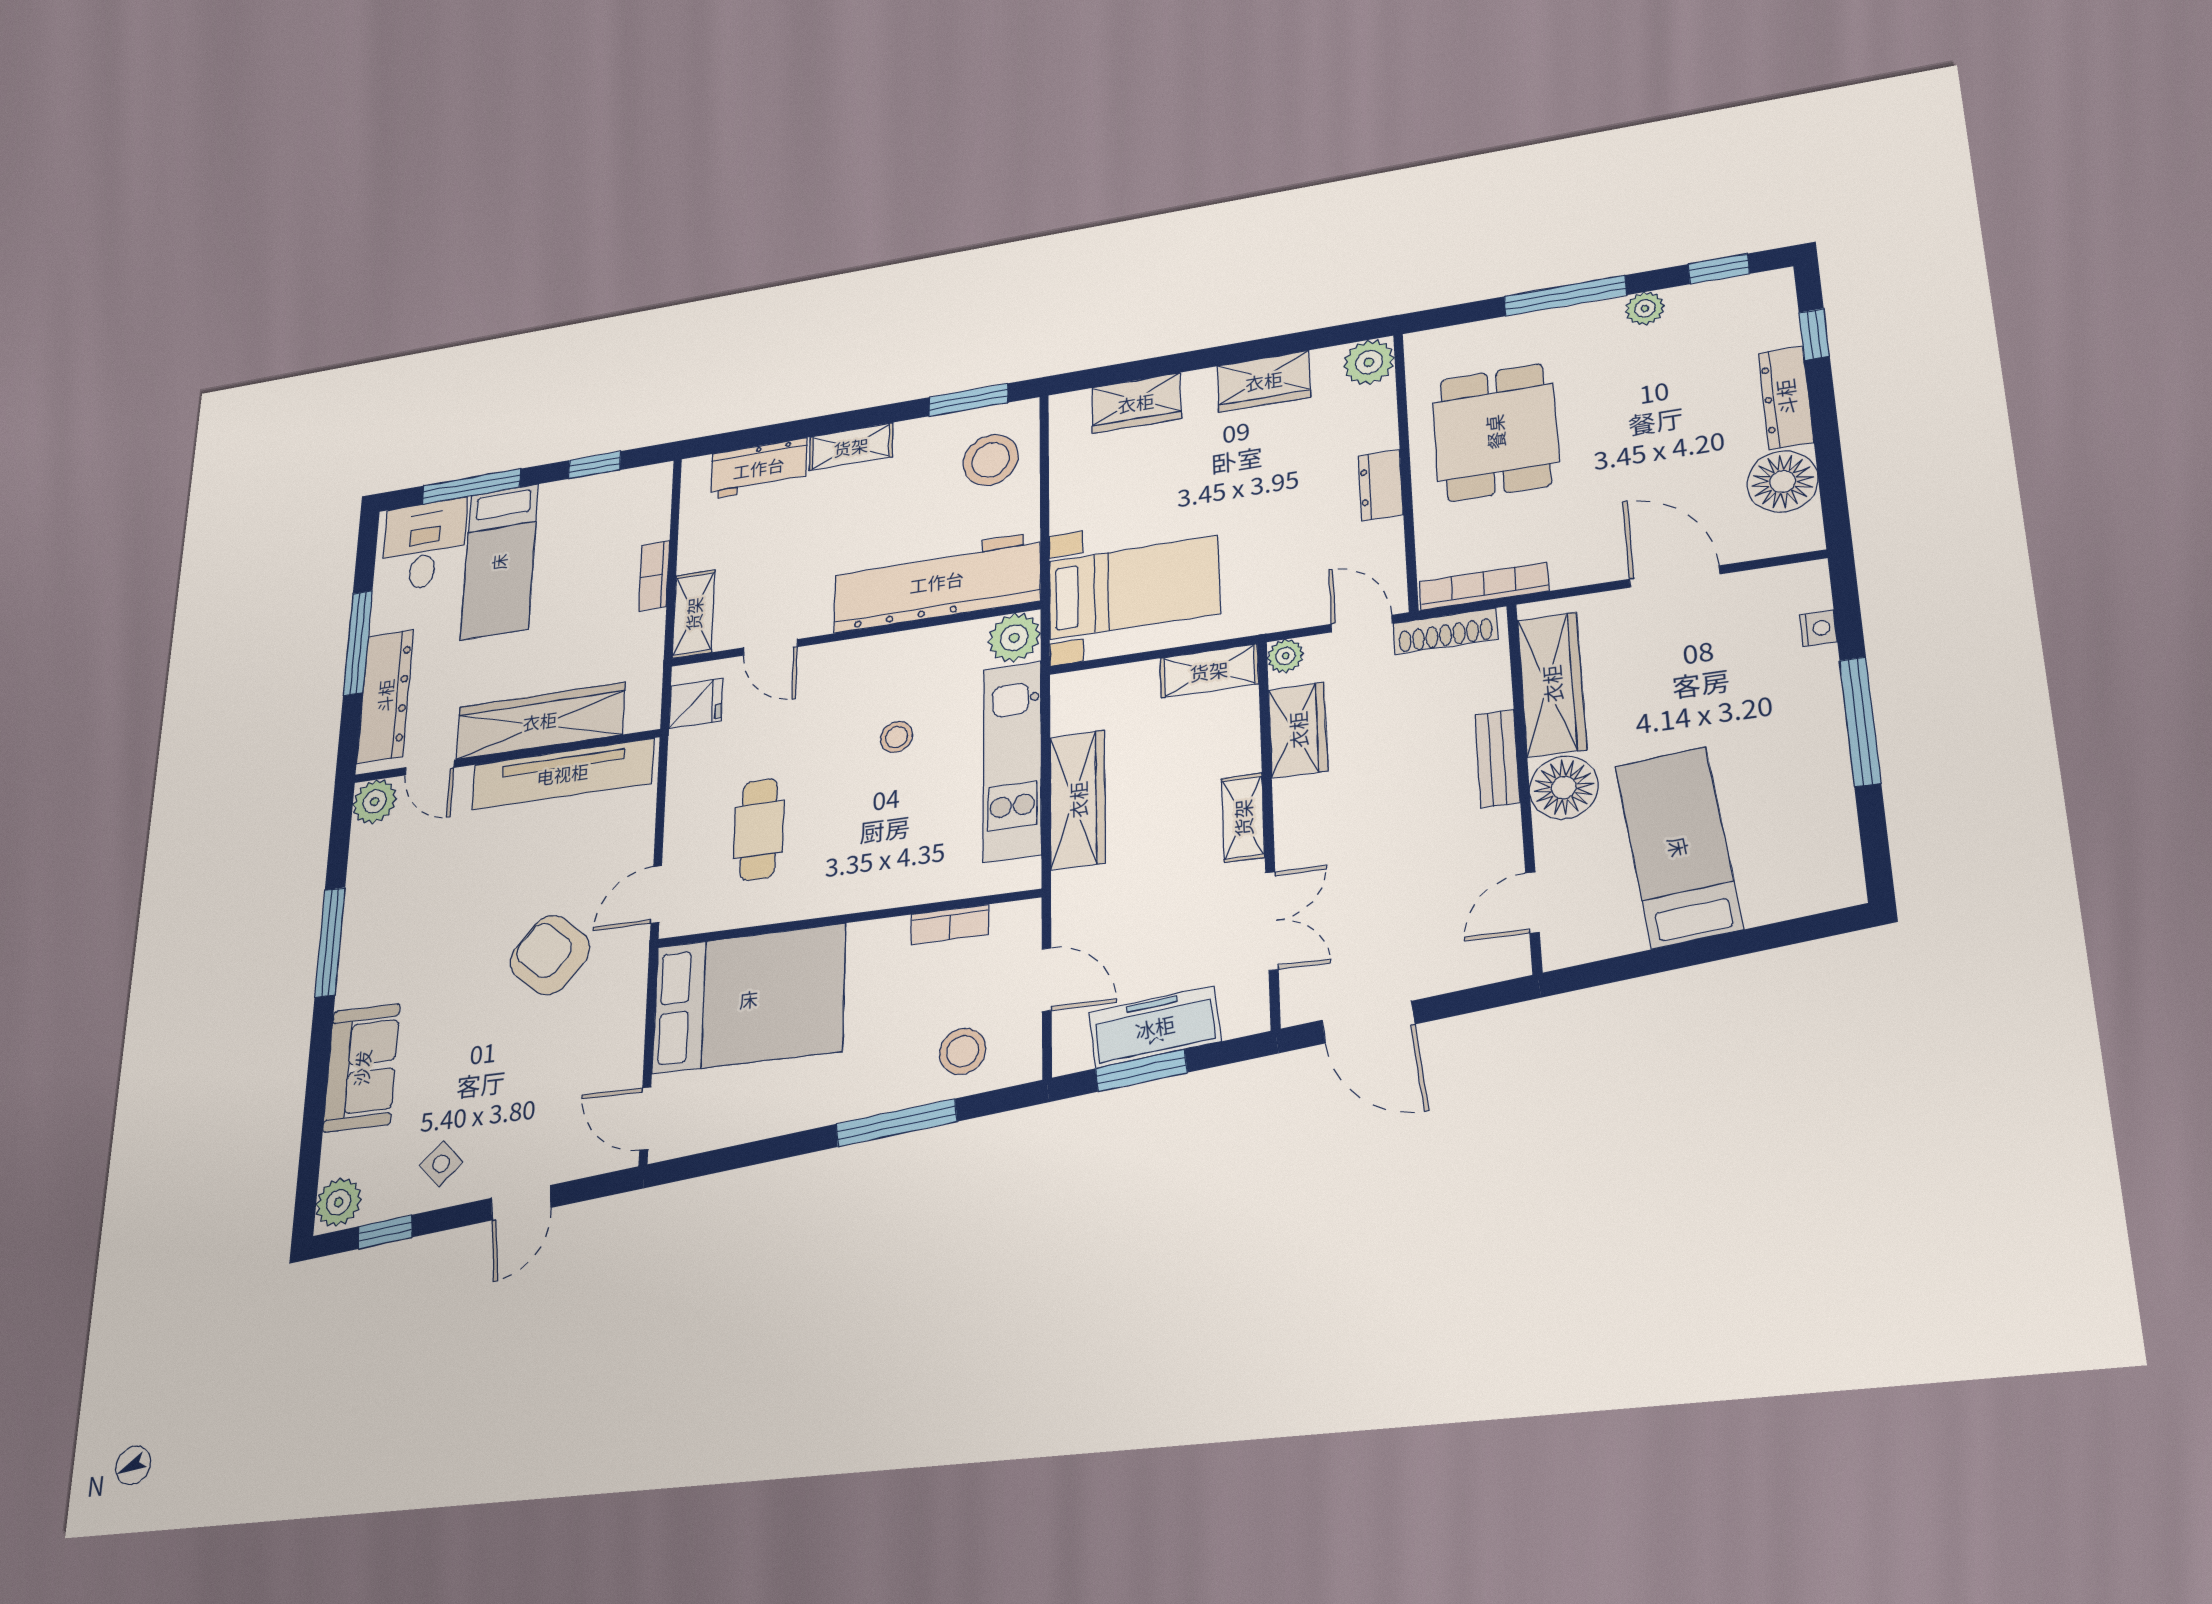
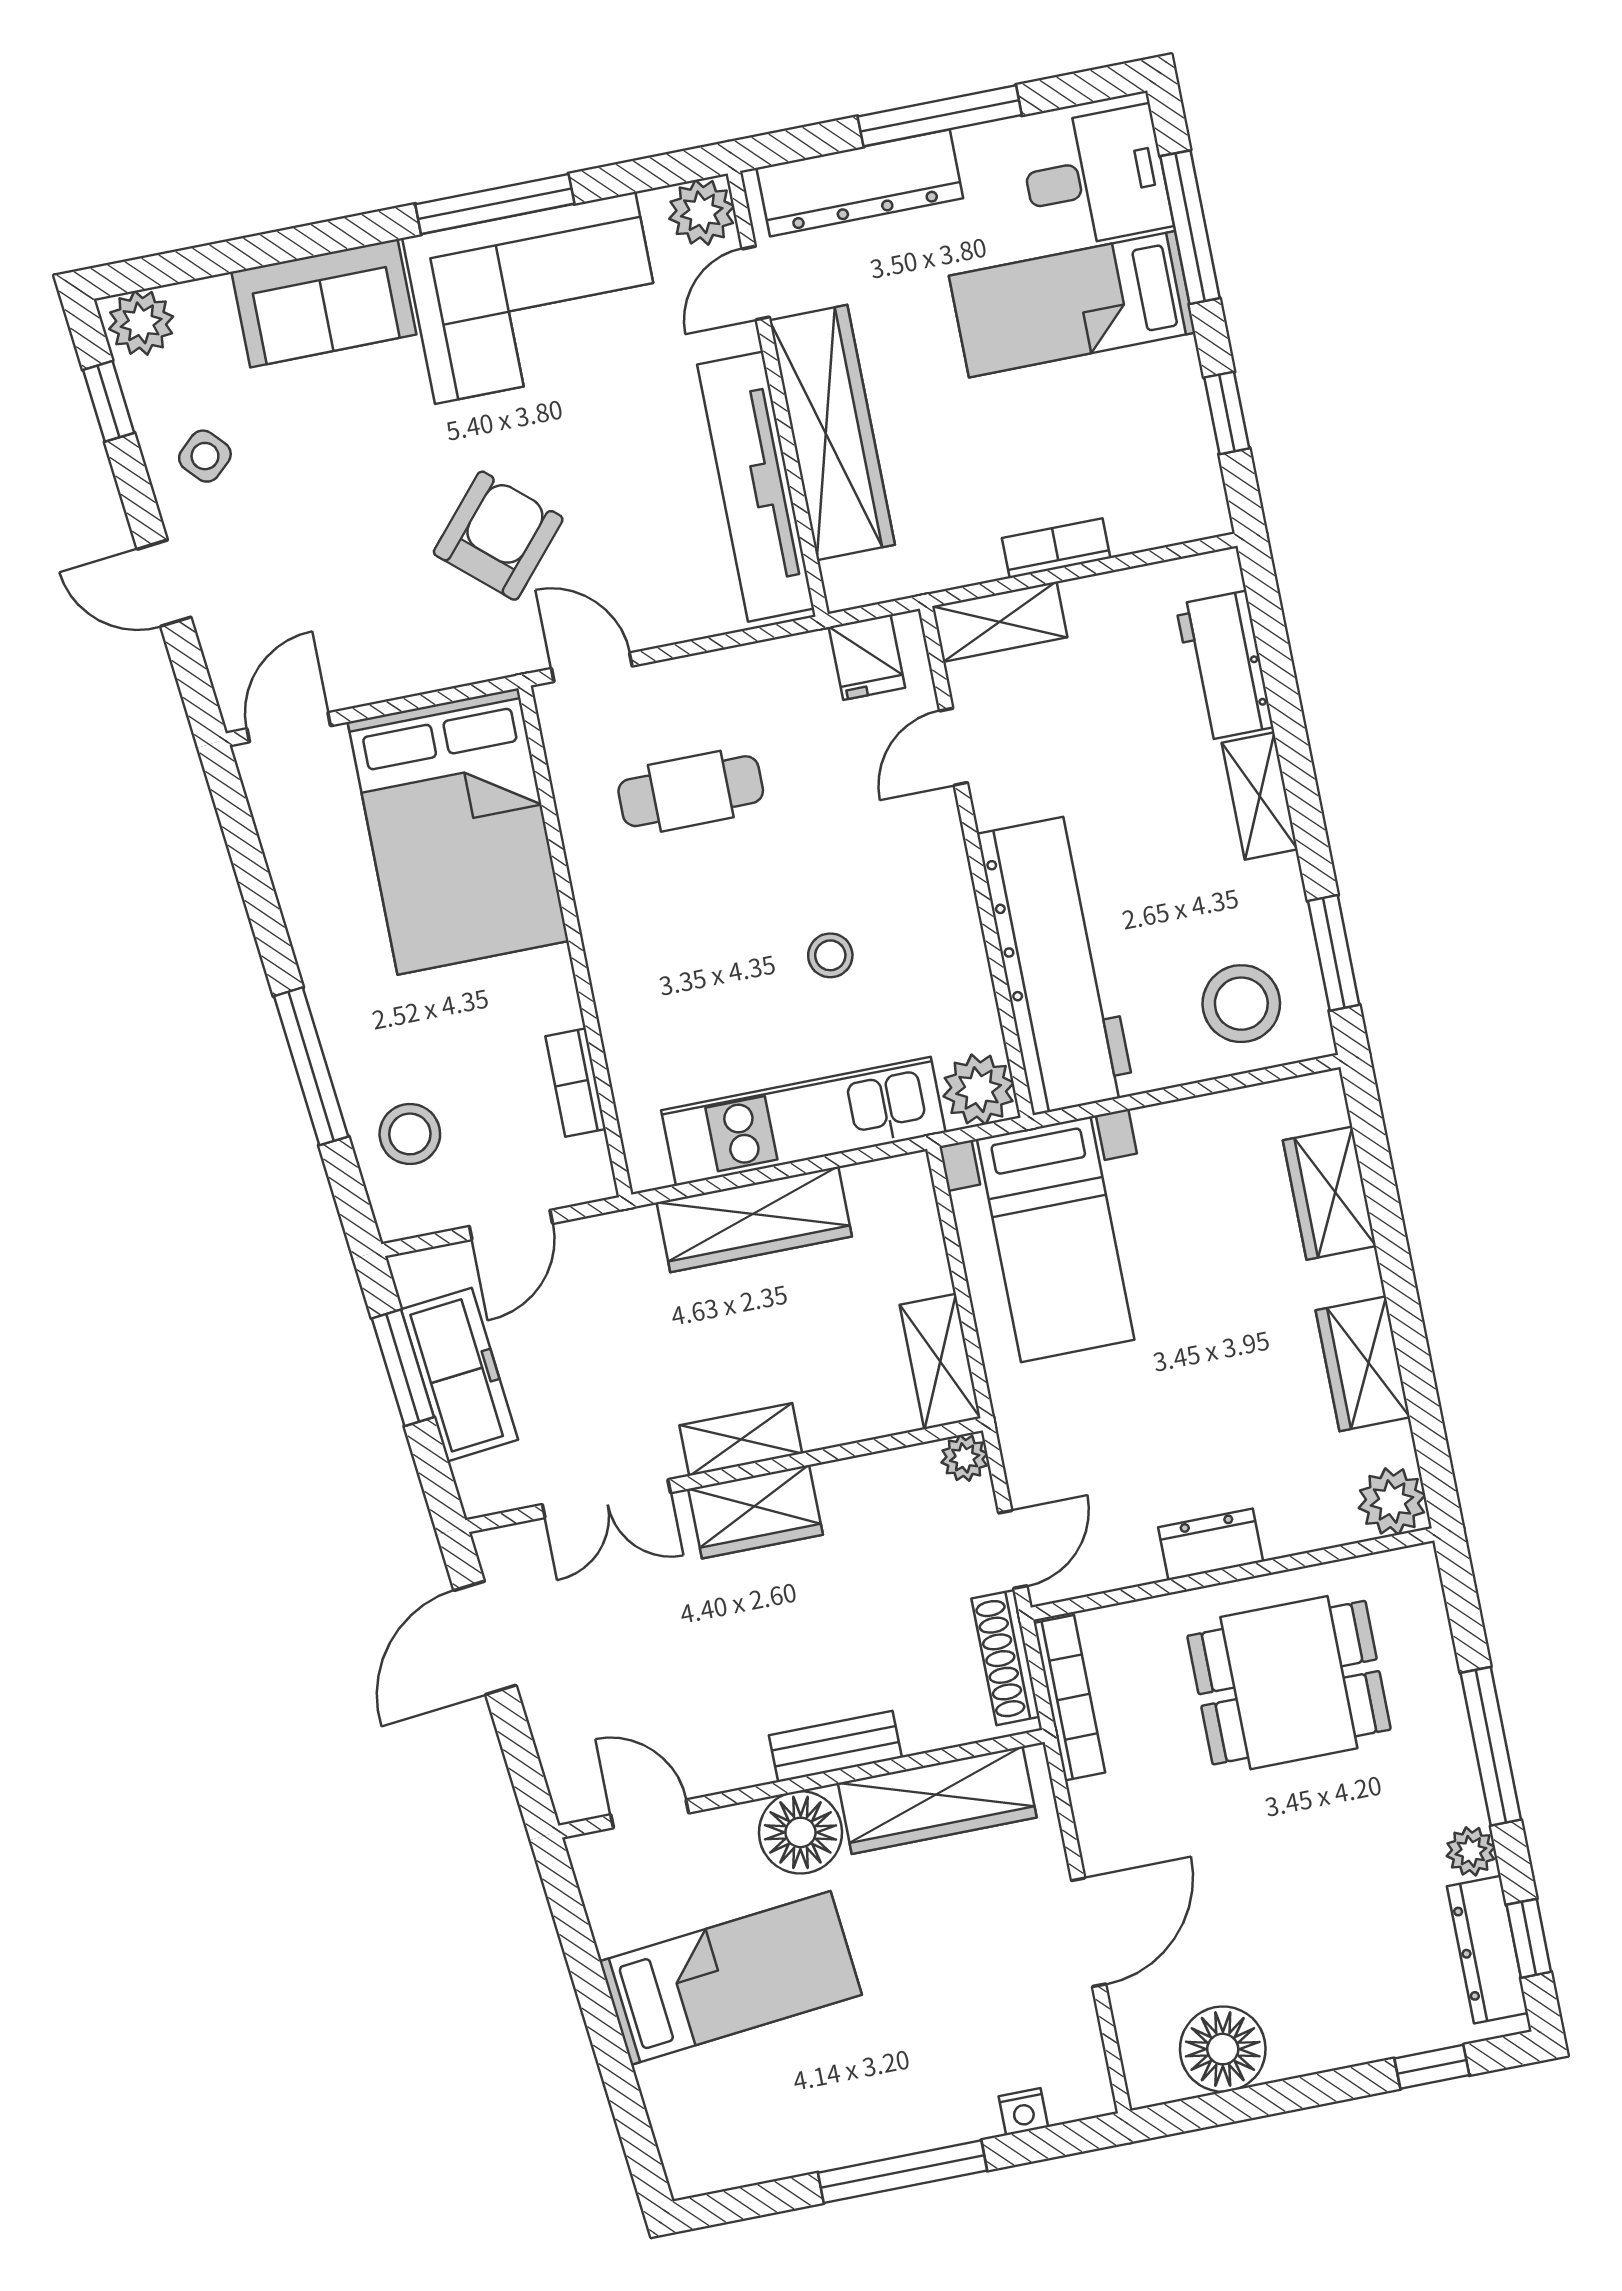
dresser: (1786, 397) -> (1487, 1950), moved, turned -90
wardrobe: (1298, 730) -> (755, 1512), moved
corner sofa: (399, 918) -> (535, 298), added

